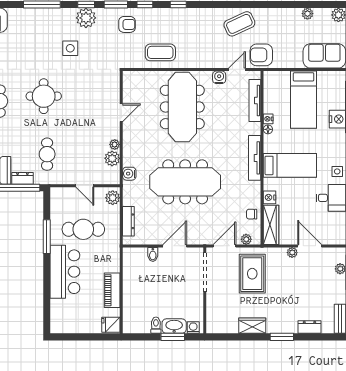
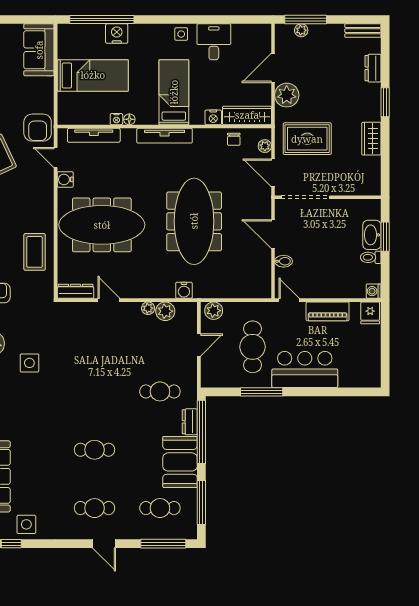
round table: (44, 96) -> (88, 396), removed
dresser: (128, 221) -> (76, 291), moved
plant: (292, 253) -> (287, 95), width x1.87, depth x1.87
door: (121, 259) -> (289, 300), added
washing machine: (193, 328) -> (374, 291), moved

